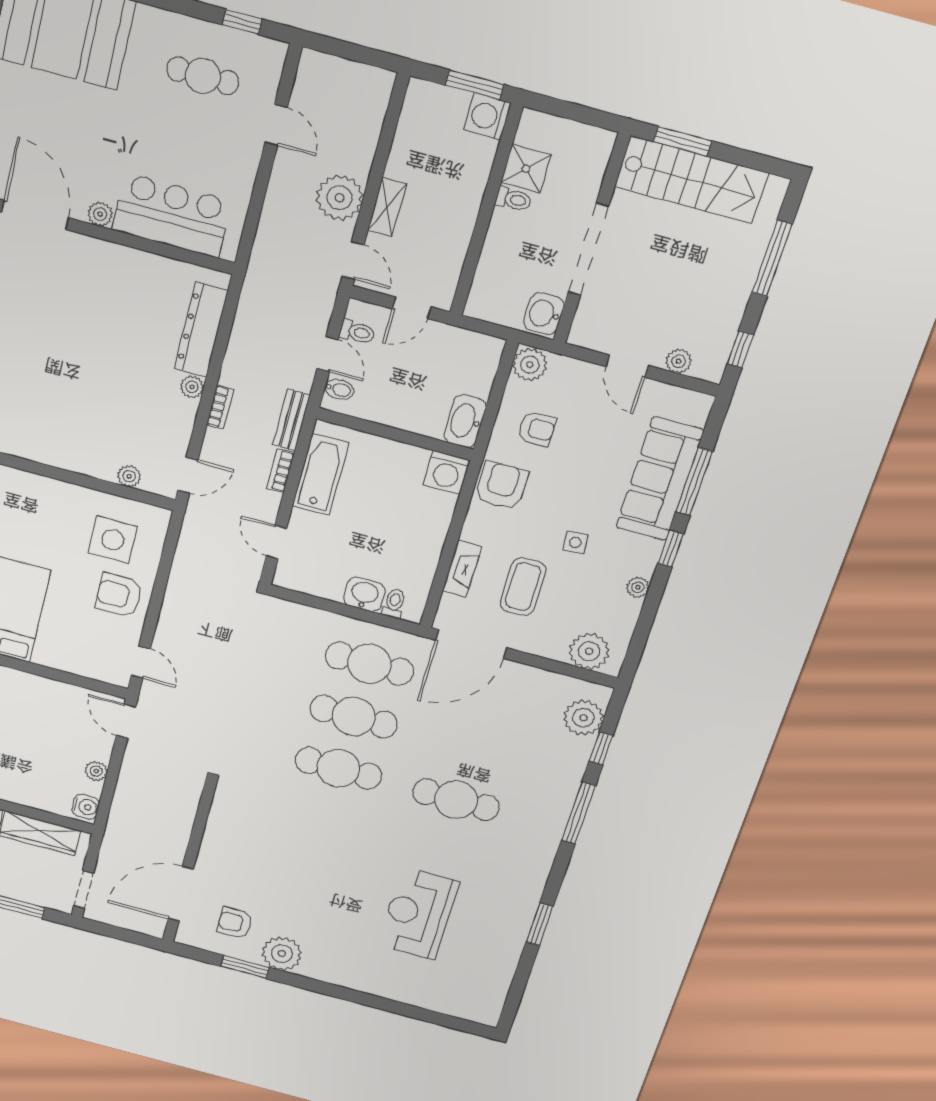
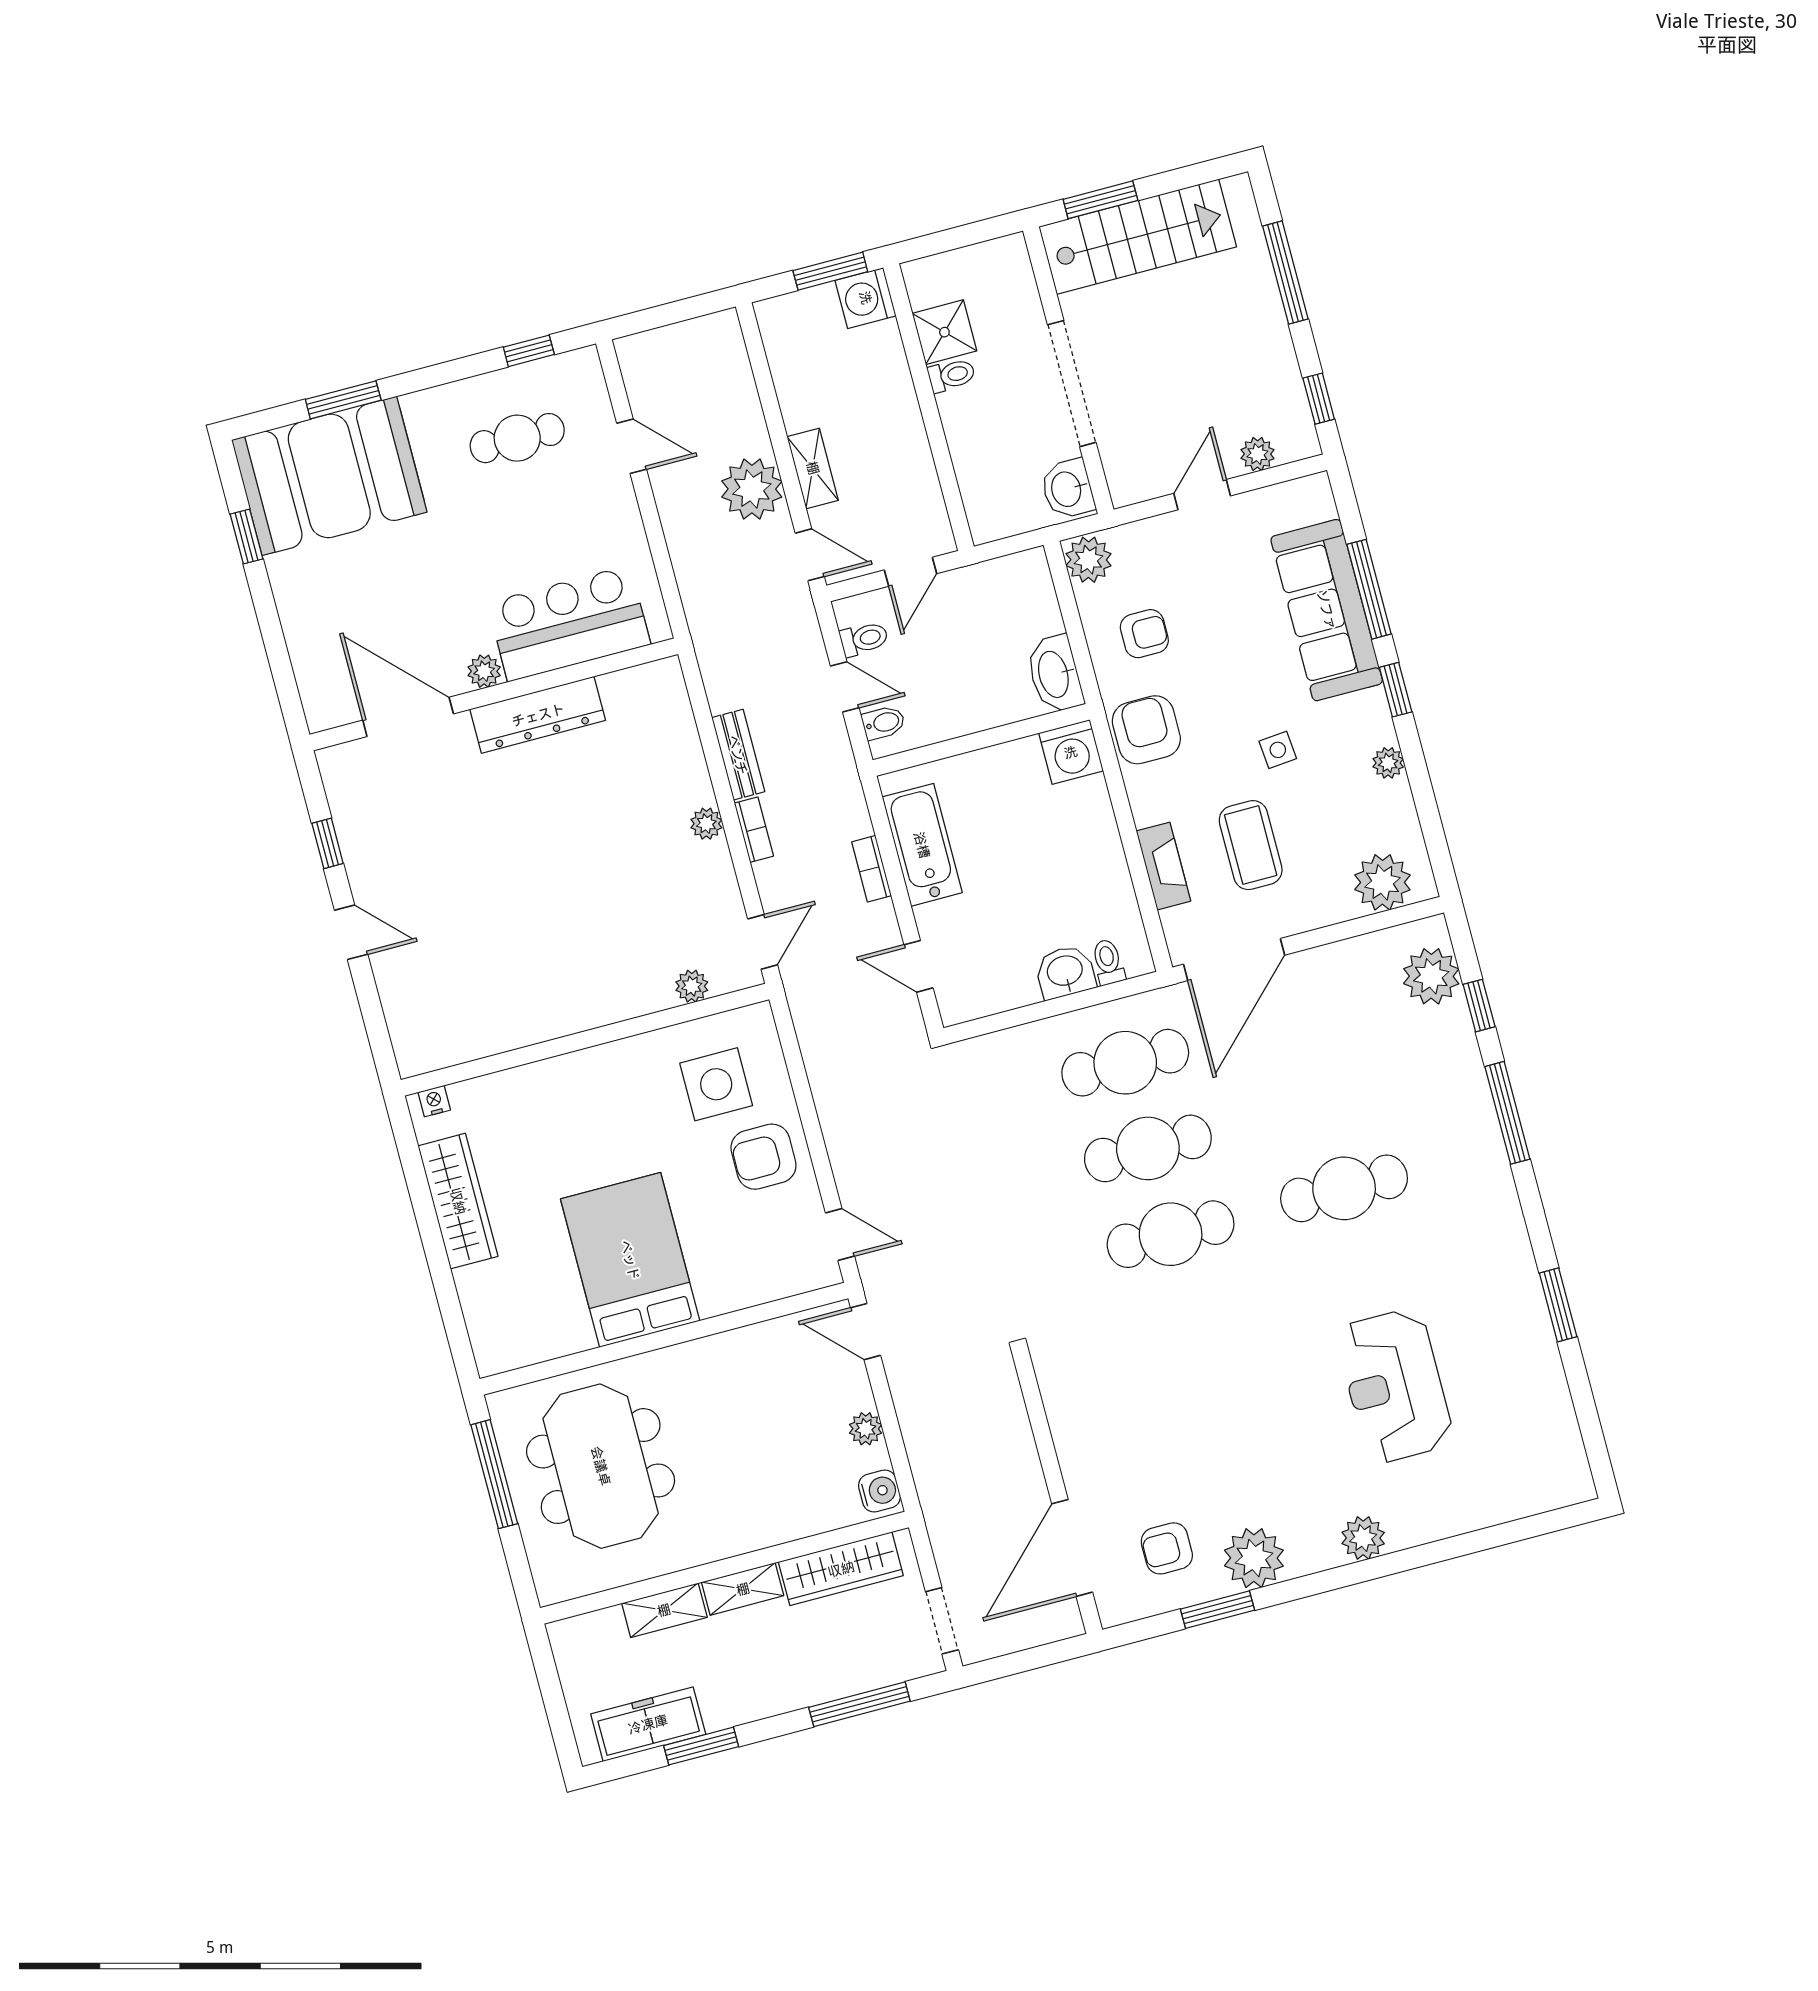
dresser: (201, 330) -> (538, 715), moved, turned -90
door: (627, 366) -> (1202, 495), swing flipped
bench: (291, 420) -> (738, 755), moved
plant: (350, 977) -> (1363, 1538), added

